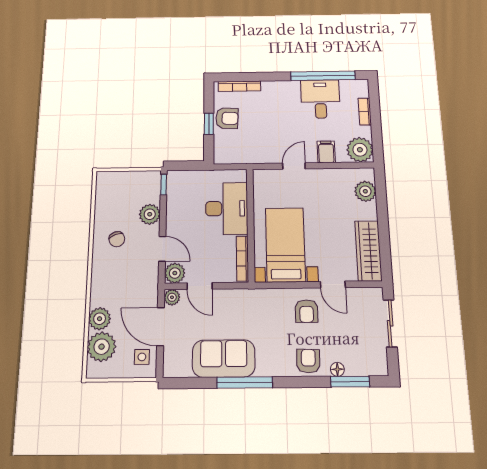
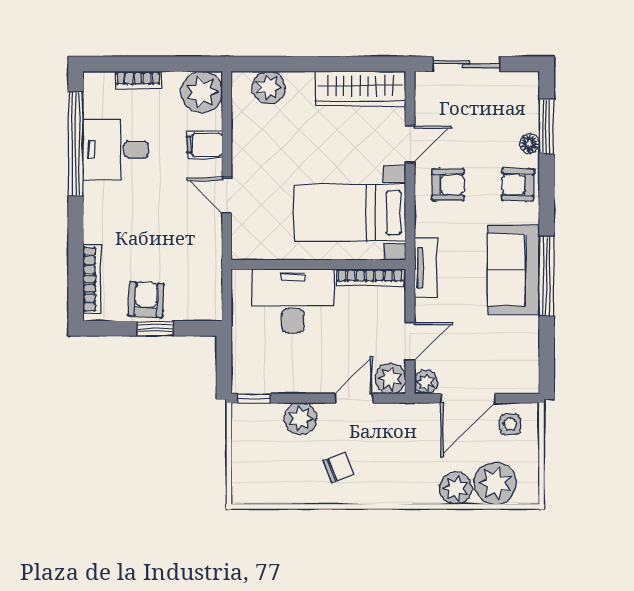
tv unit: (249, 296) -> (426, 268), added
sofa: (224, 358) -> (513, 270), moved

